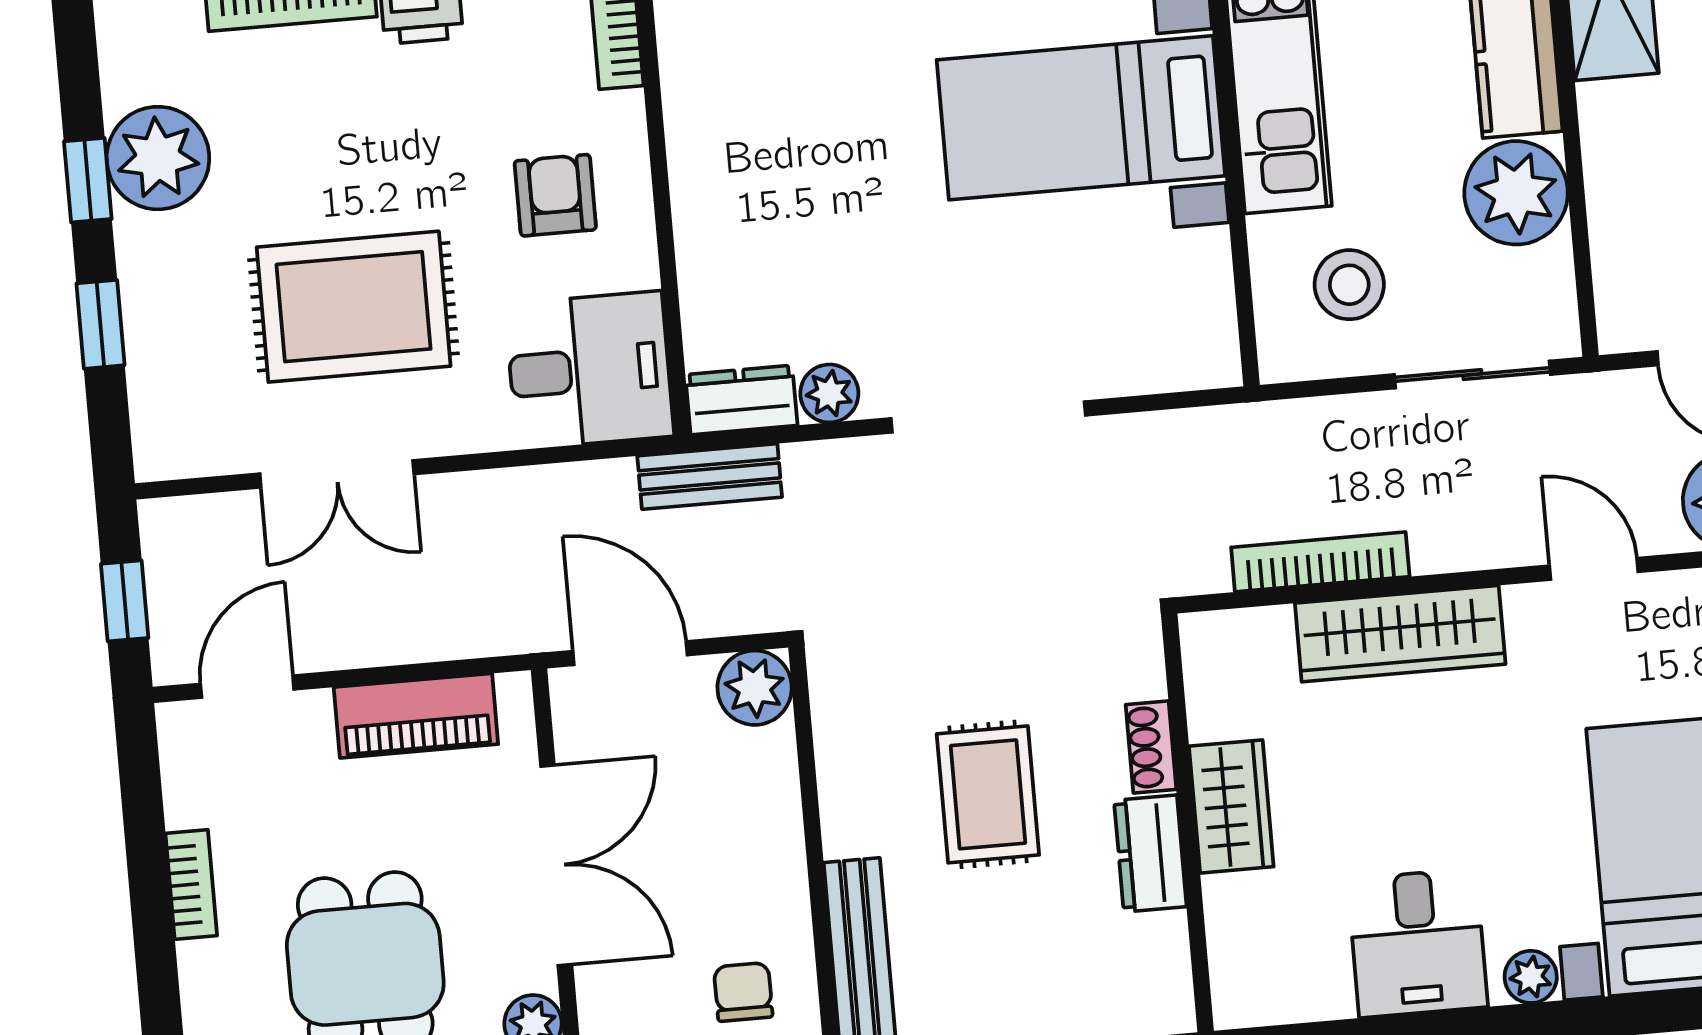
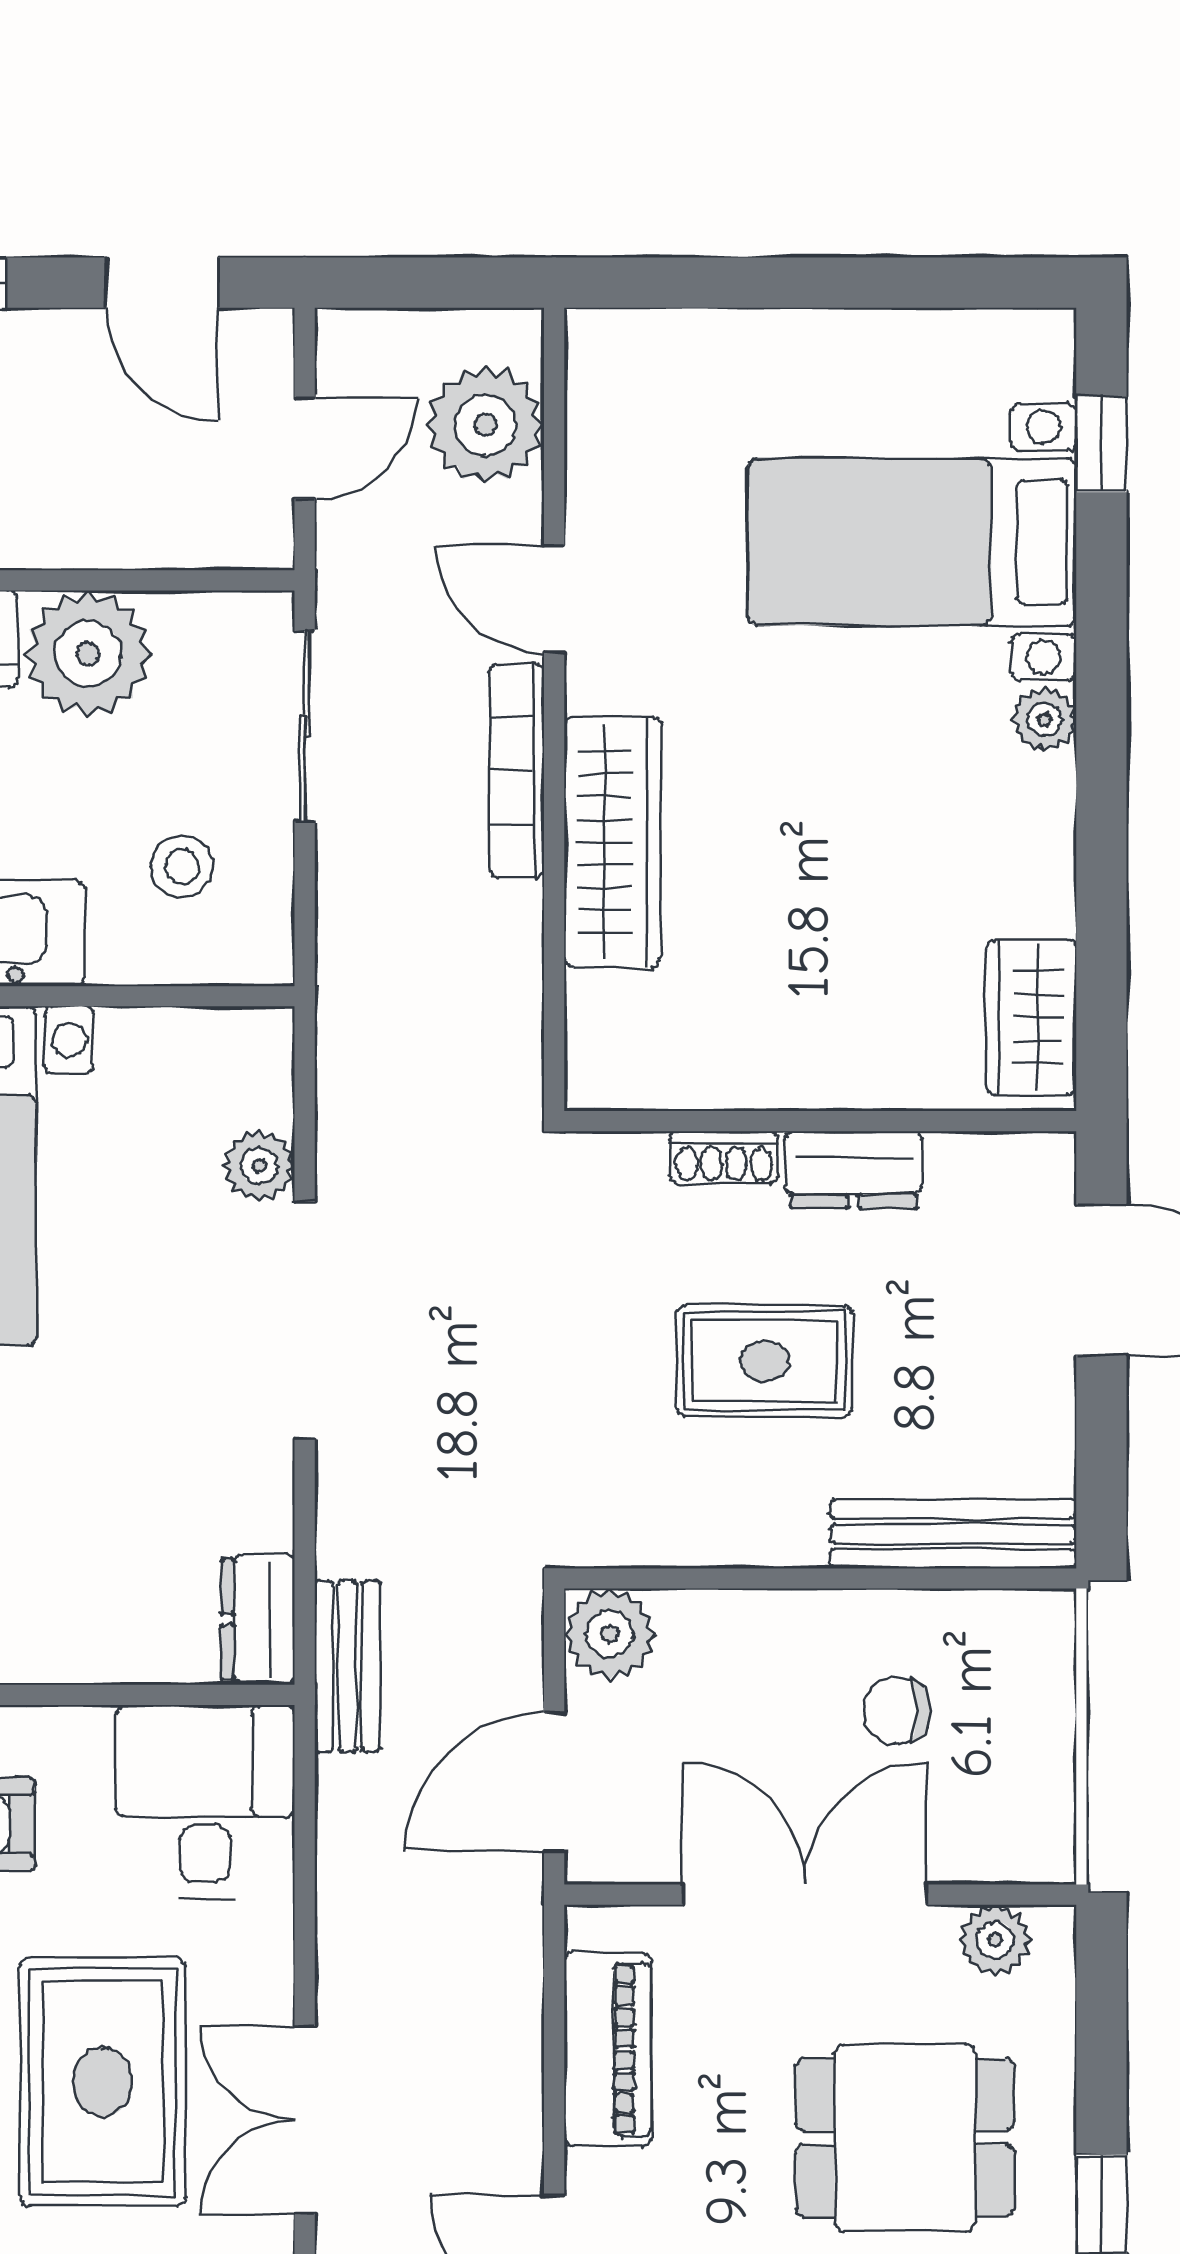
stool: (1349, 285) -> (182, 867), width x0.73, depth x0.73
plant: (829, 393) -> (259, 1166), moved
double door: (337, 474) -> (305, 2120), swing flipped
bookcase: (1320, 562) -> (517, 771), moved
door: (1594, 569) -> (554, 599), hinge flipped
wardrobe: (1231, 806) -> (1031, 1017), moved, turned -90
desk: (1418, 943) -> (991, 854), removed
chair: (743, 992) -> (897, 1711), moved

